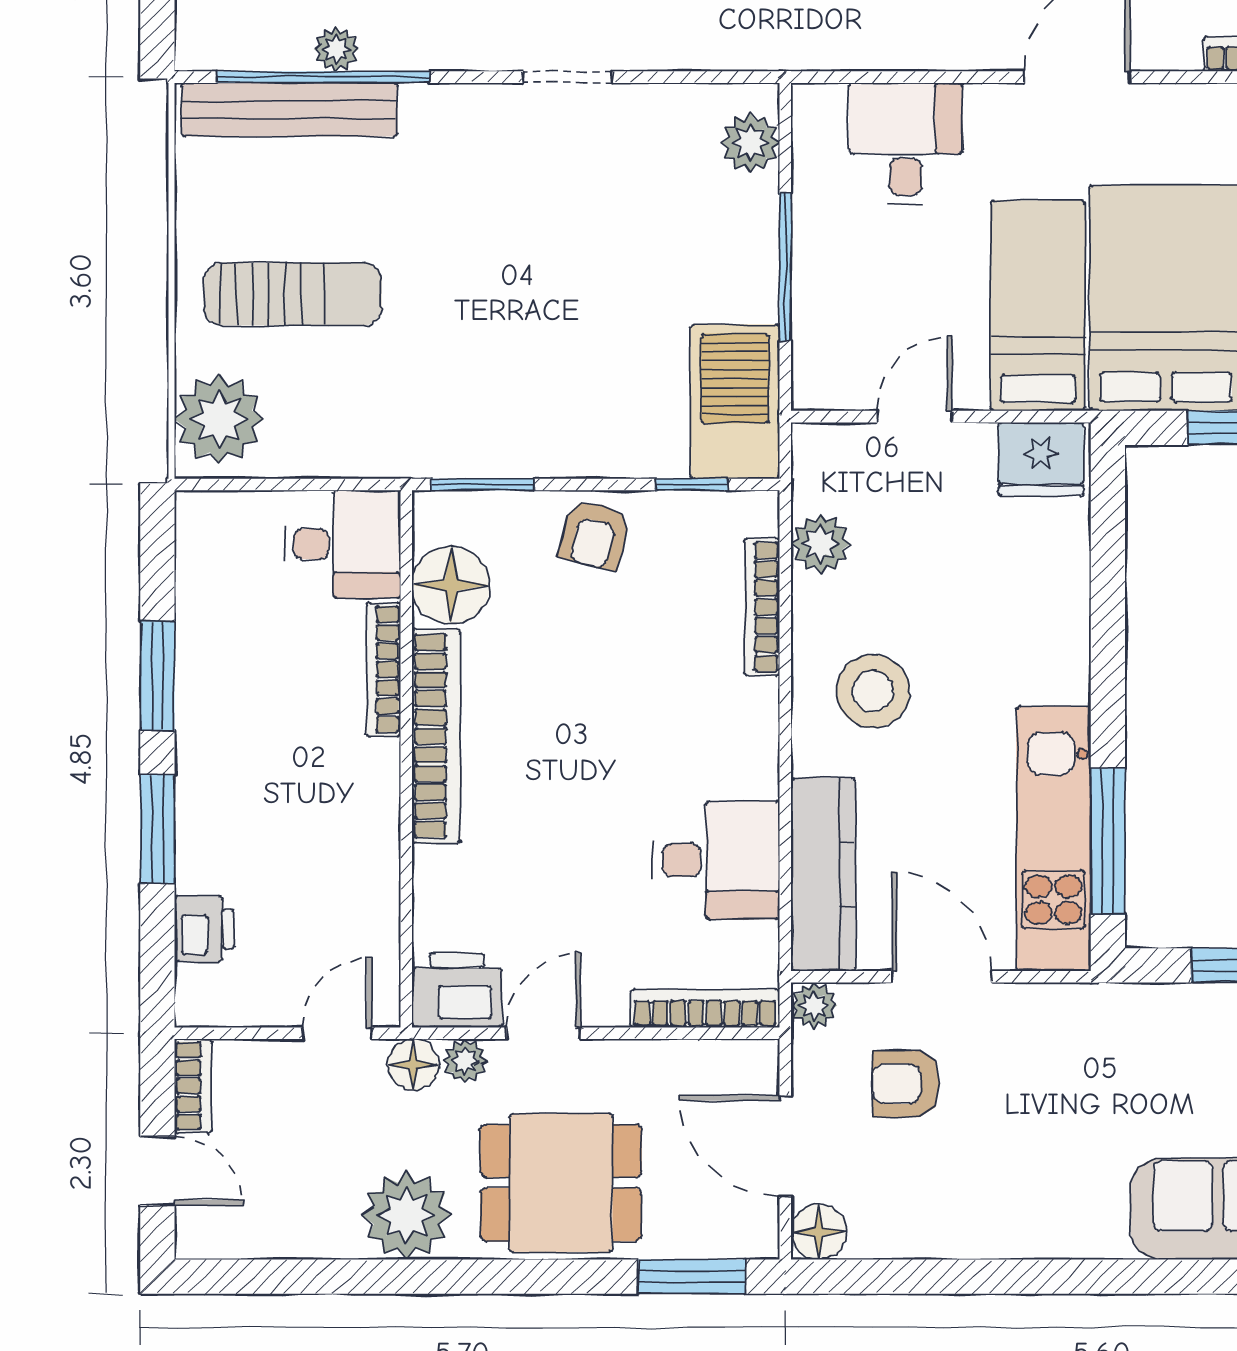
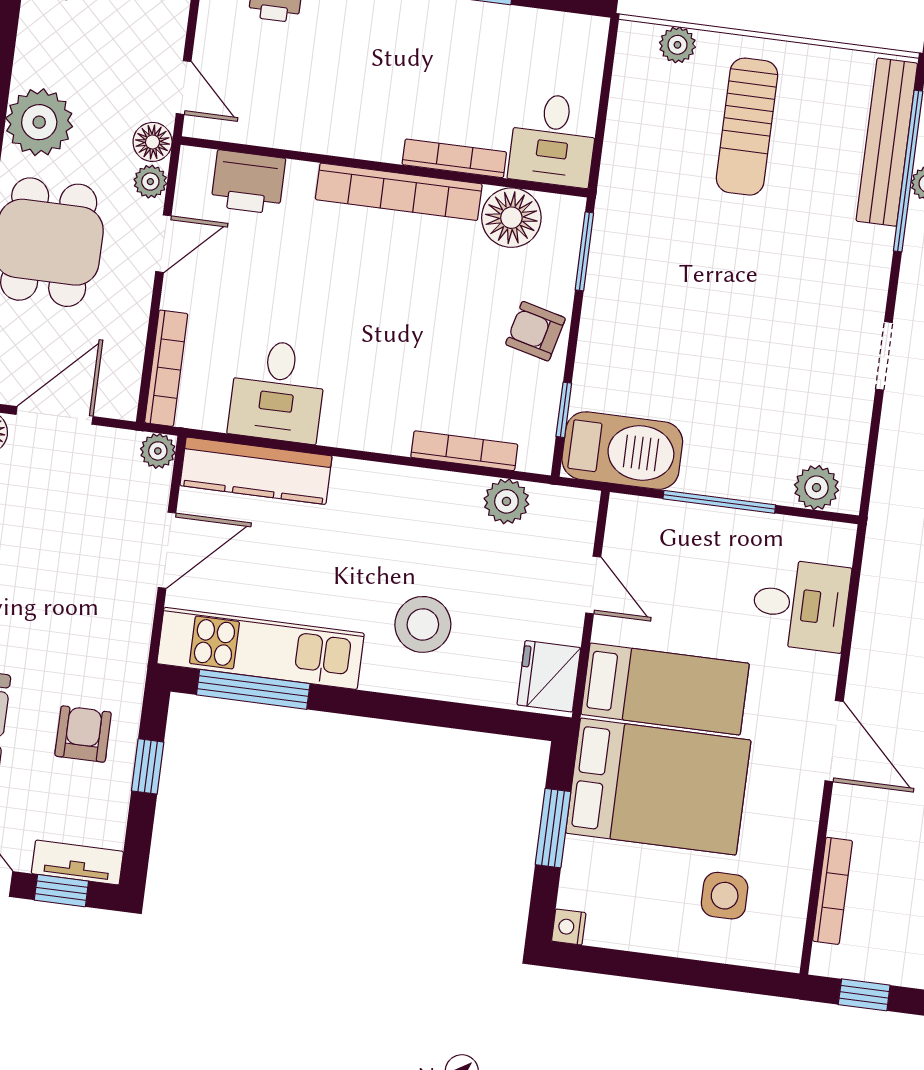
plant: (219, 419) -> (677, 45), width x0.53, depth x0.53
stool: (873, 691) -> (423, 624), moved
printer: (457, 990) -> (248, 182), moved, turned 90
door: (544, 1033) -> (163, 244), hinge flipped
armchair: (906, 1084) -> (83, 734), moved

